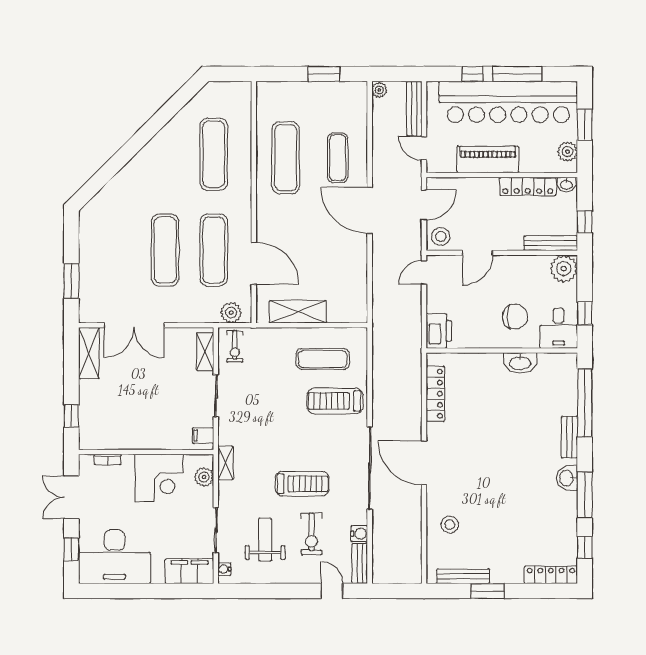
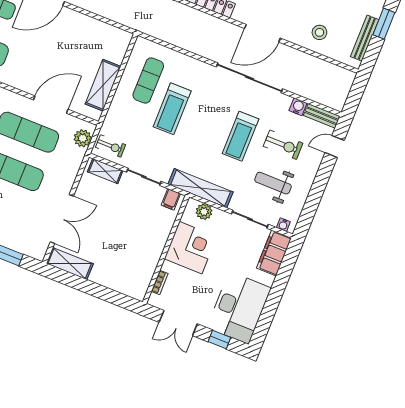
treadmill: (335, 401) -> (172, 109), moved
window: (71, 416) -> (114, 297), removed
shelving: (226, 463) -> (201, 188), width x2.20, depth x1.33
treadmill: (302, 484) -> (240, 136), turned 180

